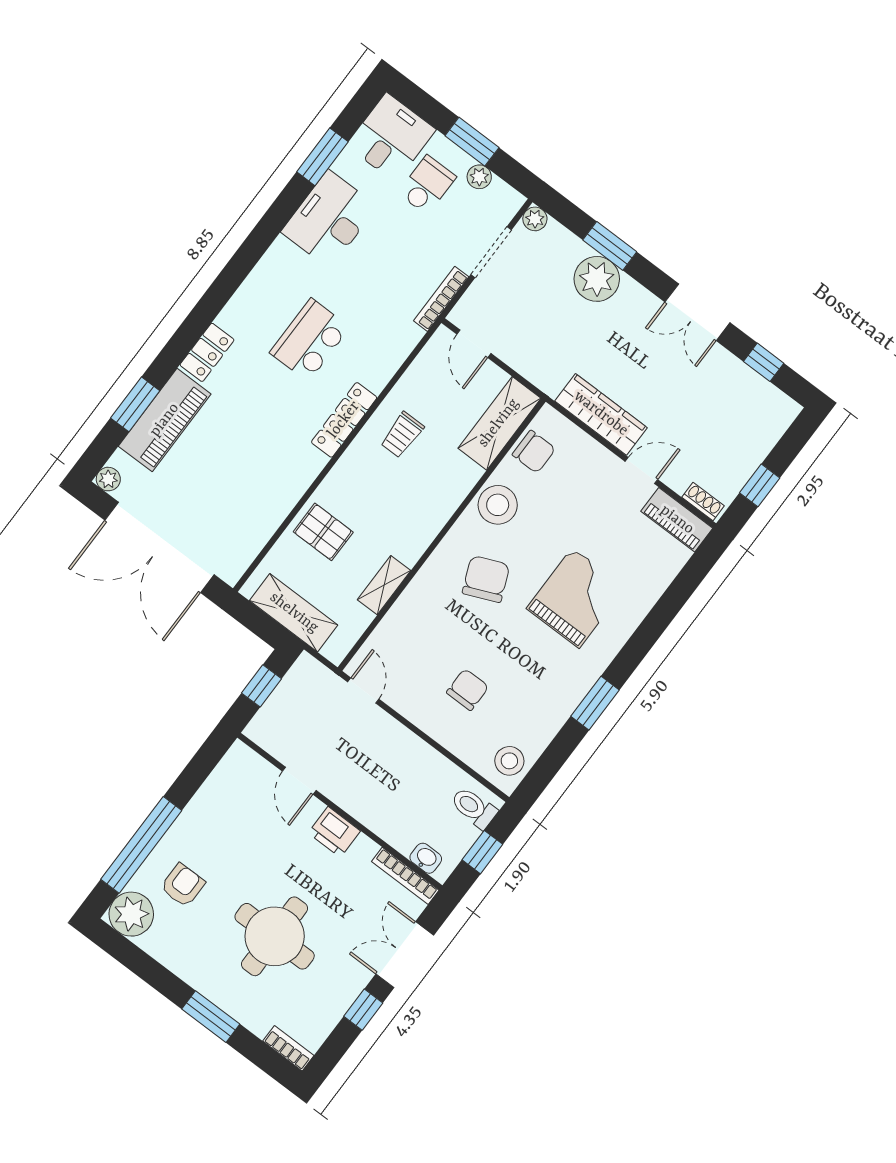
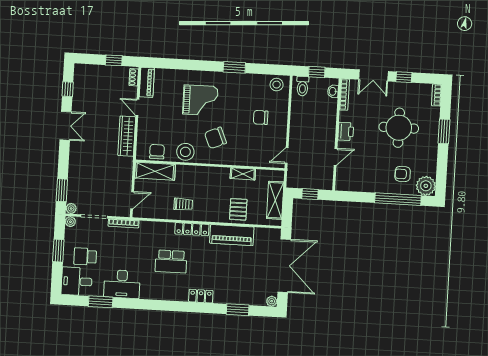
plant: (479, 177) -> (70, 222), moved
window: (610, 246) -> (62, 190), moved
plant: (597, 279) -> (78, 171), removed
piano: (165, 420) -> (232, 235), moved, turned 180
grand piano: (576, 598) -> (200, 100), turned 180

